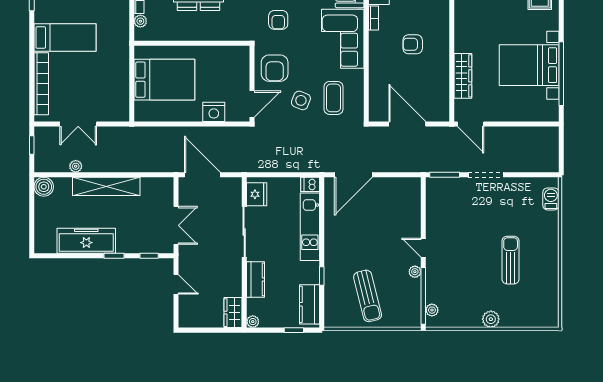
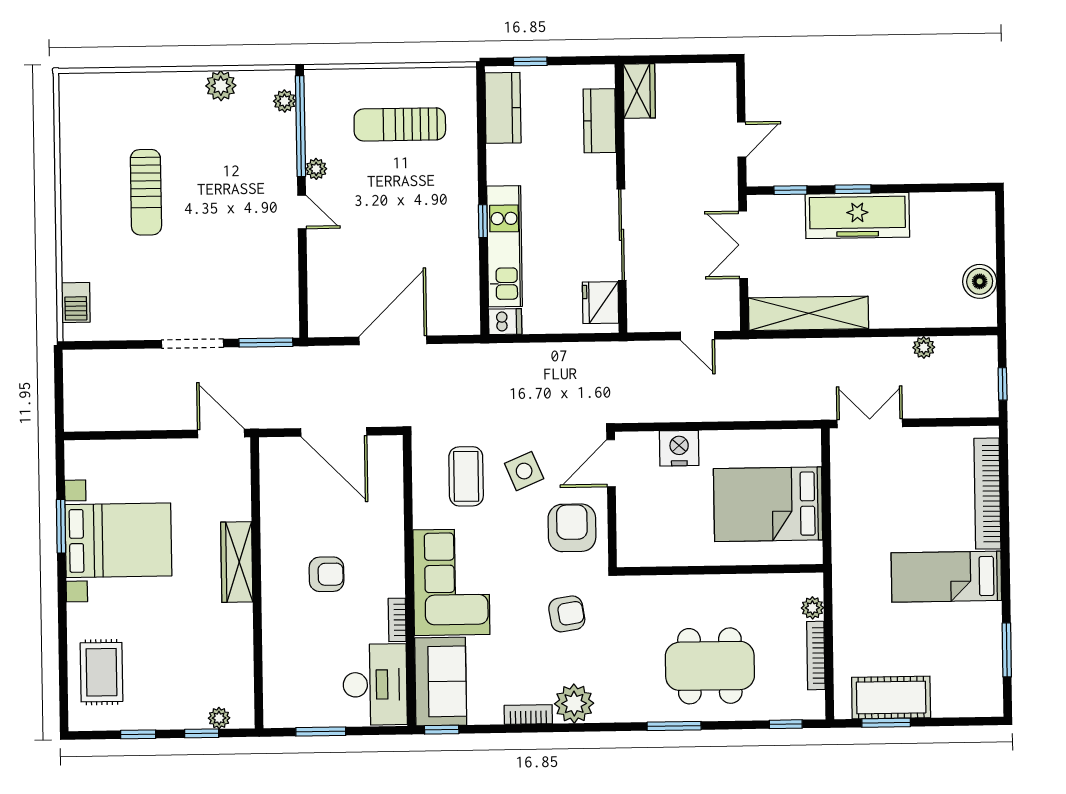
armchair: (278, 20) -> (567, 614), turned 81
window: (561, 74) -> (61, 526), width x0.47
wardrobe: (463, 76) -> (237, 562), moved
side table: (301, 100) -> (524, 471), turned 45
double door: (78, 124) -> (870, 423), moved
door: (202, 175) -> (697, 336), width x0.53
door: (353, 175) -> (393, 340), moved
shelving: (106, 186) -> (808, 313), moved
boiler: (44, 187) -> (980, 281), moved
freezer: (86, 241) -> (857, 216), moved
window: (322, 276) -> (483, 221), moved
kitchen counter: (256, 279) -> (600, 121), moved
door: (176, 284) -> (742, 140), swing flipped
sun lounger: (368, 296) -> (400, 124), turned -76
plant: (491, 319) -> (221, 86), moved
plant: (253, 322) -> (604, 75), removed

